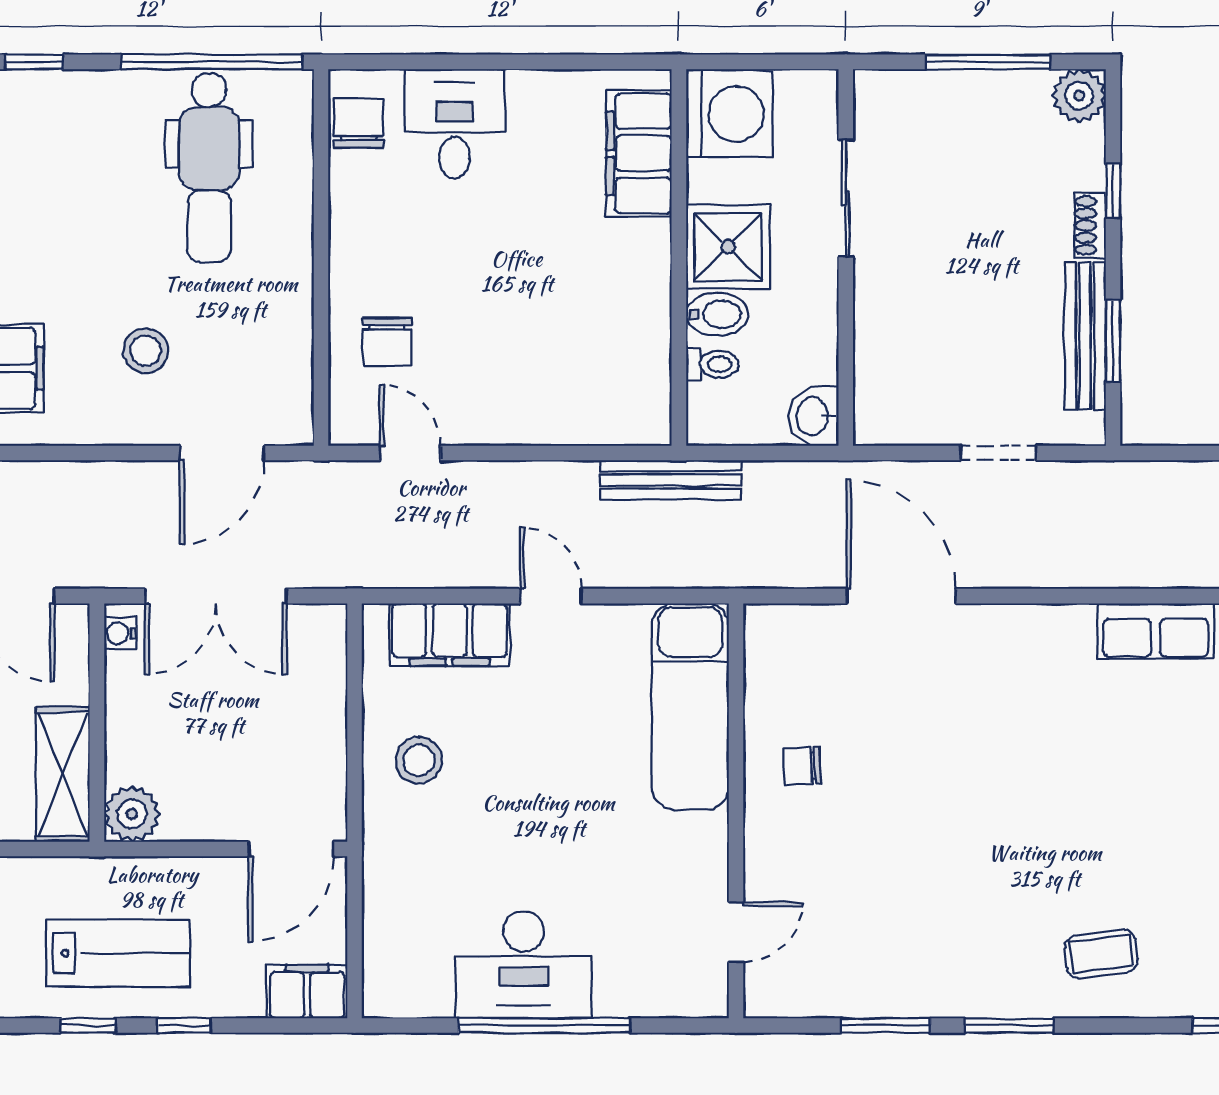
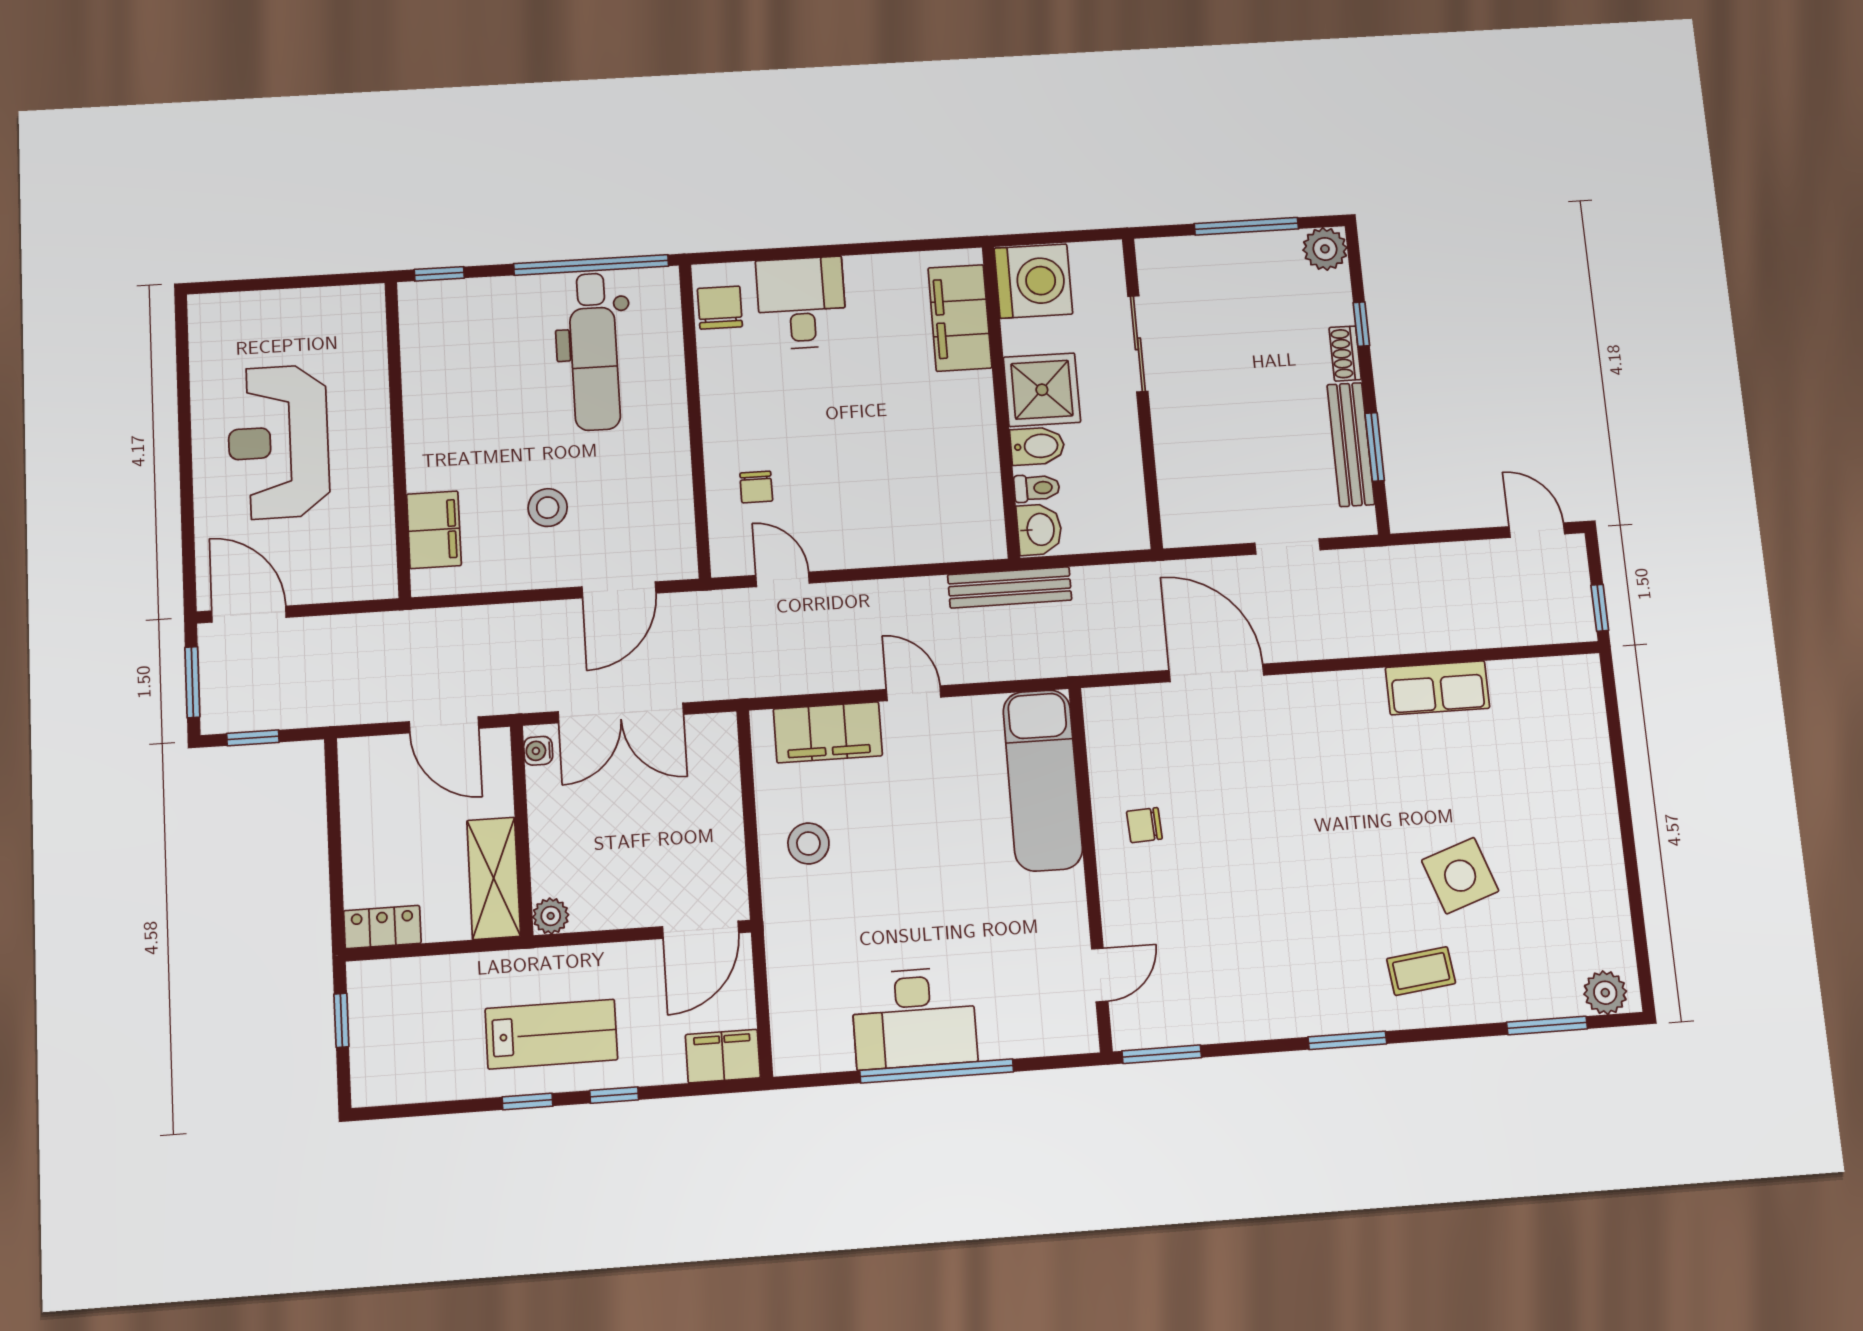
chair: (387, 342) -> (756, 487), width x0.73, depth x0.73
washbasin: (814, 416) -> (1039, 529), moved, turned 180
plant: (132, 814) -> (551, 916), width x0.73, depth x0.73
side table: (1158, 849) -> (1460, 876), added
window: (886, 1025) -> (1162, 1054), moved

